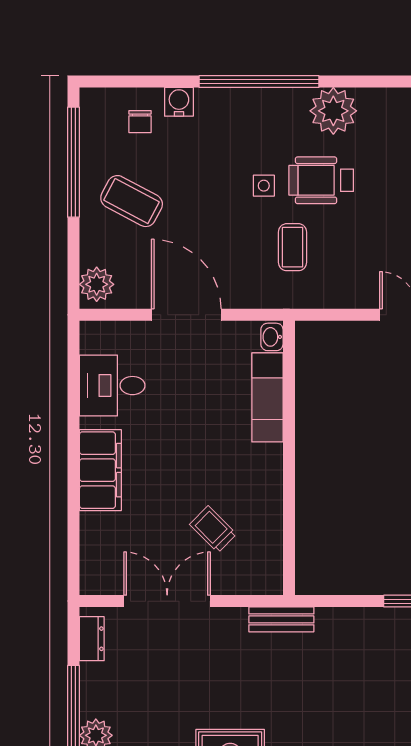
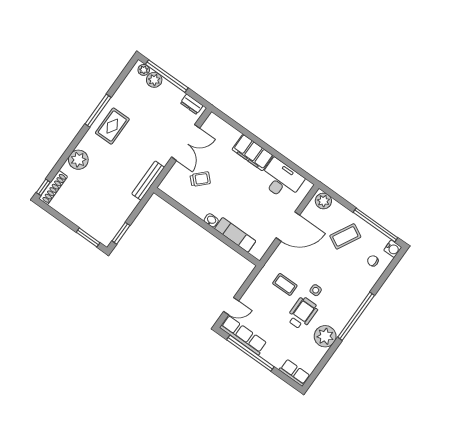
water cooler: (179, 102) -> (393, 249), moved
washbasin: (272, 337) -> (211, 220), moved
desk: (112, 386) -> (281, 180), width x1.37
bench: (281, 619) -> (148, 181), width x1.36

